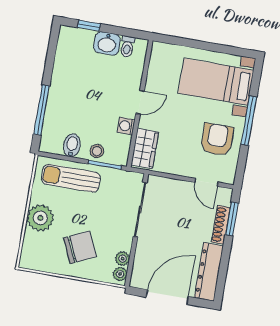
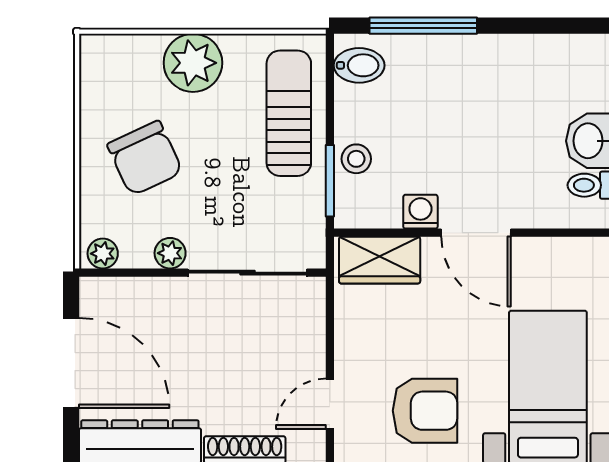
door: (140, 102) -> (476, 233), width x1.38
bidet: (72, 145) -> (359, 65), moved
plant: (123, 259) -> (170, 253), moved

